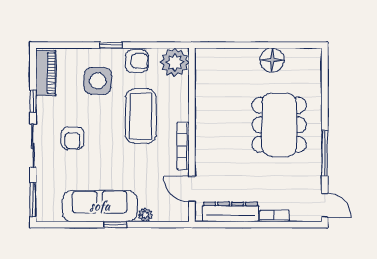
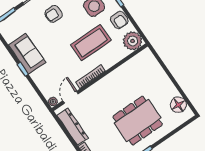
floor lamp: (272, 60) -> (178, 105), moved
sofa: (100, 206) -> (27, 54), width x0.73
plant: (145, 215) -> (53, 102), moved

